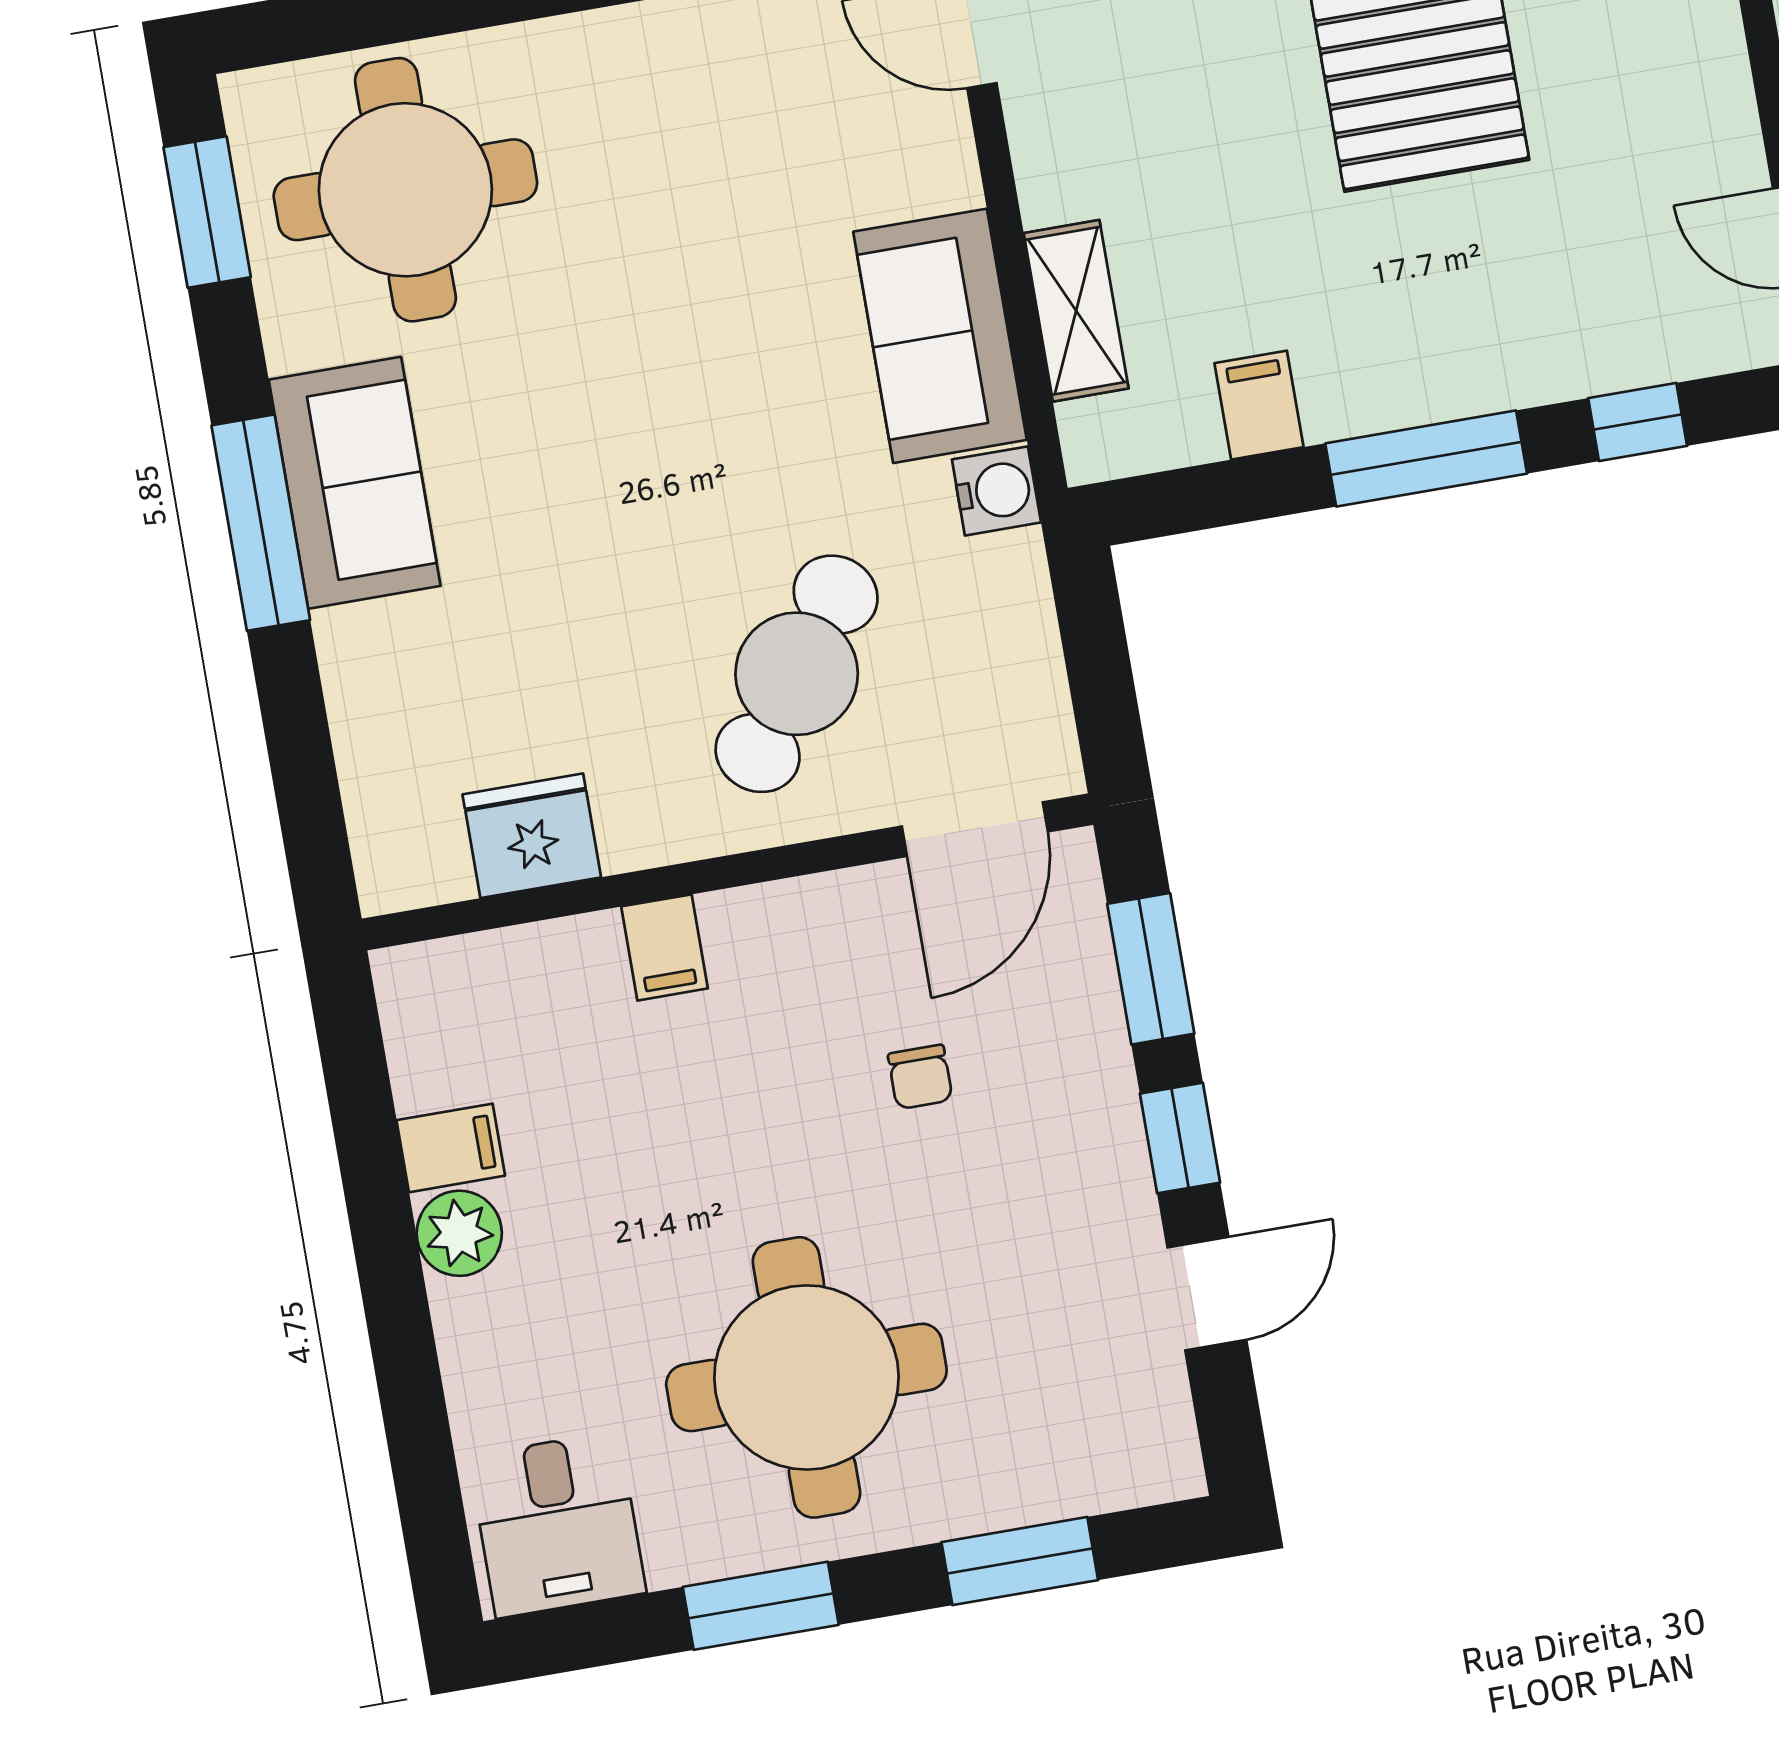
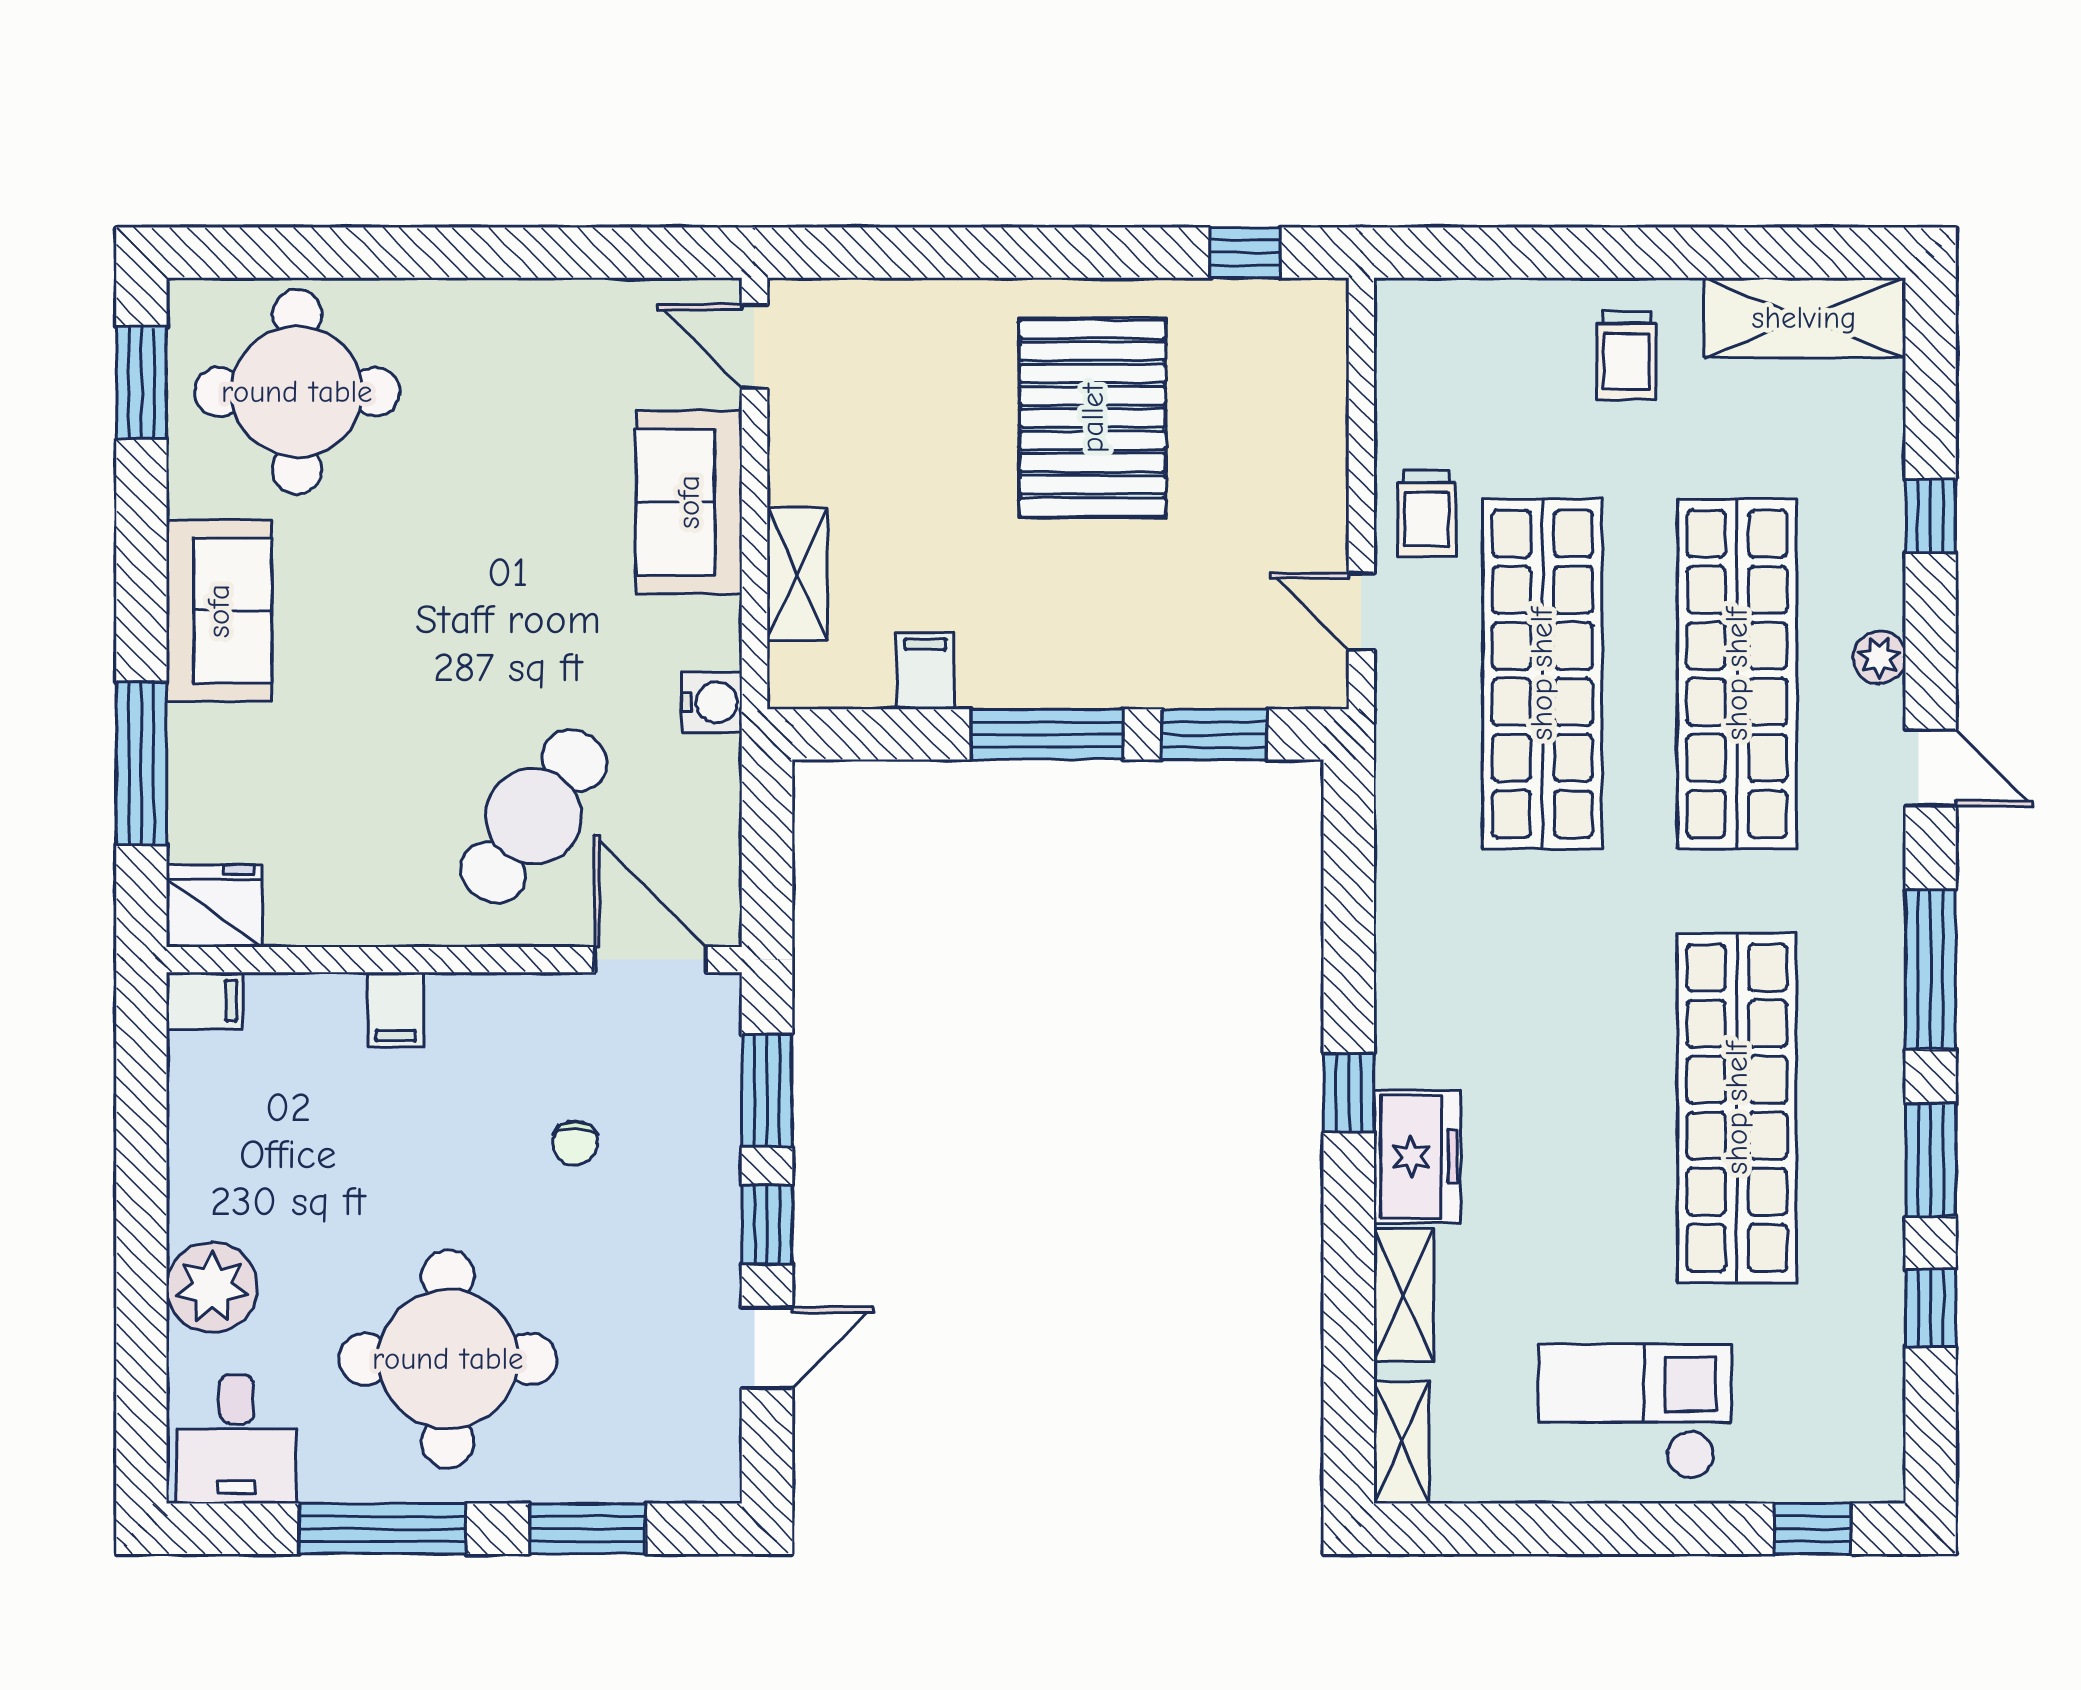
sofa: (940, 336) -> (689, 502), moved
window: (1638, 422) -> (1214, 734), width x1.50
window: (261, 523) -> (141, 763), moved
door: (975, 829) -> (650, 960), swing flipped
fridge: (532, 836) -> (214, 906), moved
filing cabinet: (451, 1148) -> (205, 1001), moved
plant: (459, 1233) -> (212, 1287), moved, width x1.36, depth x1.36
window: (761, 1606) -> (382, 1529), width x1.44

